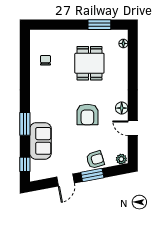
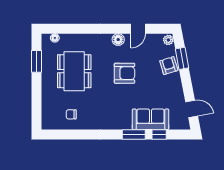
dining table: (89, 63) -> (74, 71), width x1.37
window: (25, 164) -> (159, 135), moved
window: (92, 175) -> (182, 58), moved
door: (65, 180) -> (192, 109), moved

